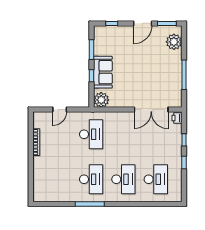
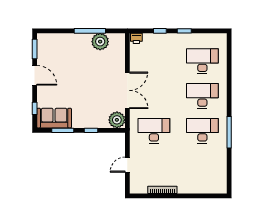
plant: (174, 42) -> (100, 42), moved
sofa: (103, 72) -> (54, 118), moved
door: (60, 110) -> (127, 165), swing flipped
double door: (151, 110) -> (127, 90), moved

